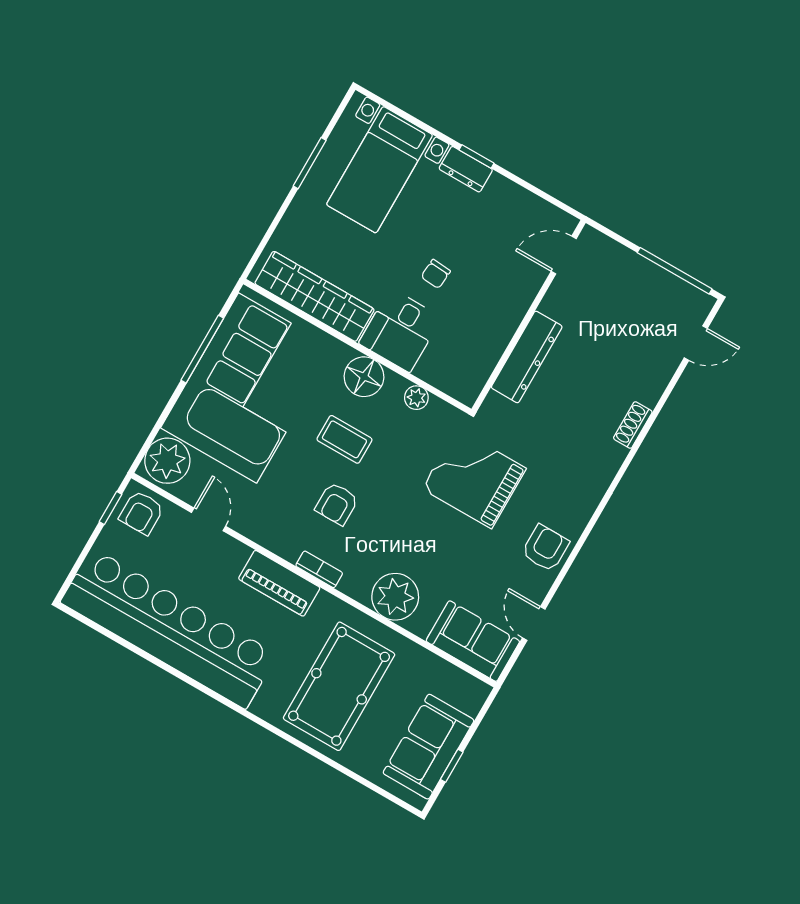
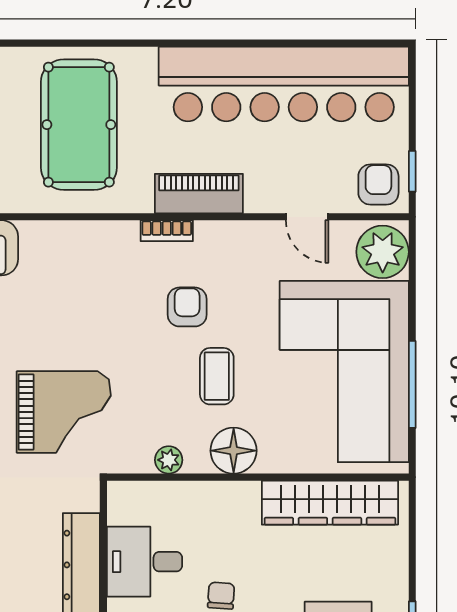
desk: (400, 330) -> (144, 562), moved, turned -90
coffee table: (344, 439) -> (217, 376), turned 90
plant: (395, 597) -> (74, 247), removed

